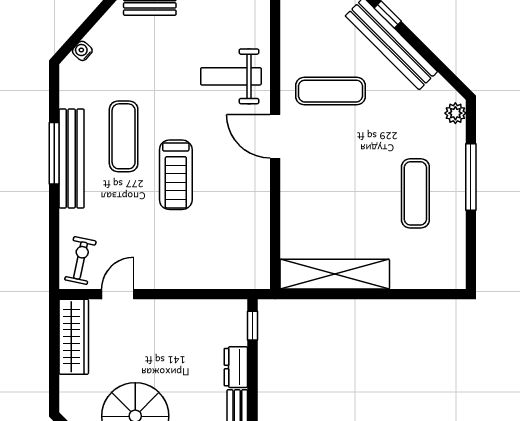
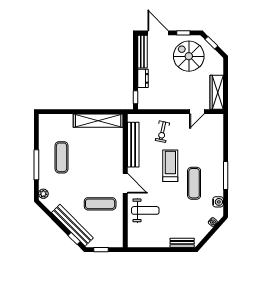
water cooler: (71, 95) -> (218, 202), added
bench: (72, 159) -> (133, 145), moved
exercise bike: (80, 261) -> (162, 132), moved

